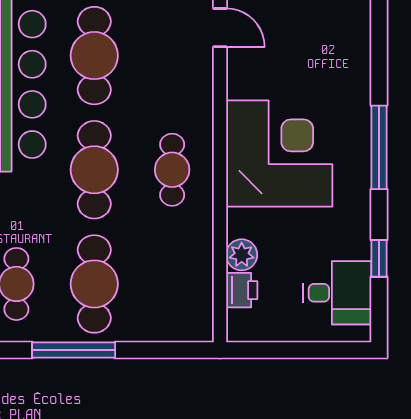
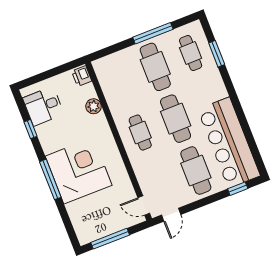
corner desk: (279, 153) -> (79, 171), moved, turned 180
printer: (242, 290) -> (82, 76), moved

